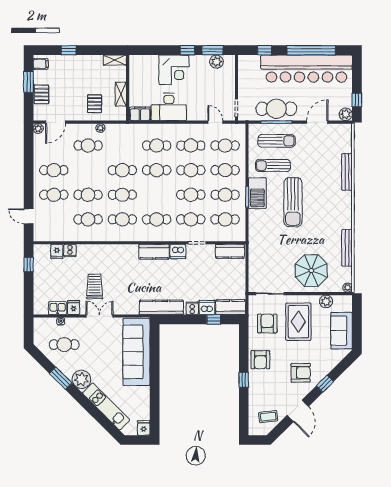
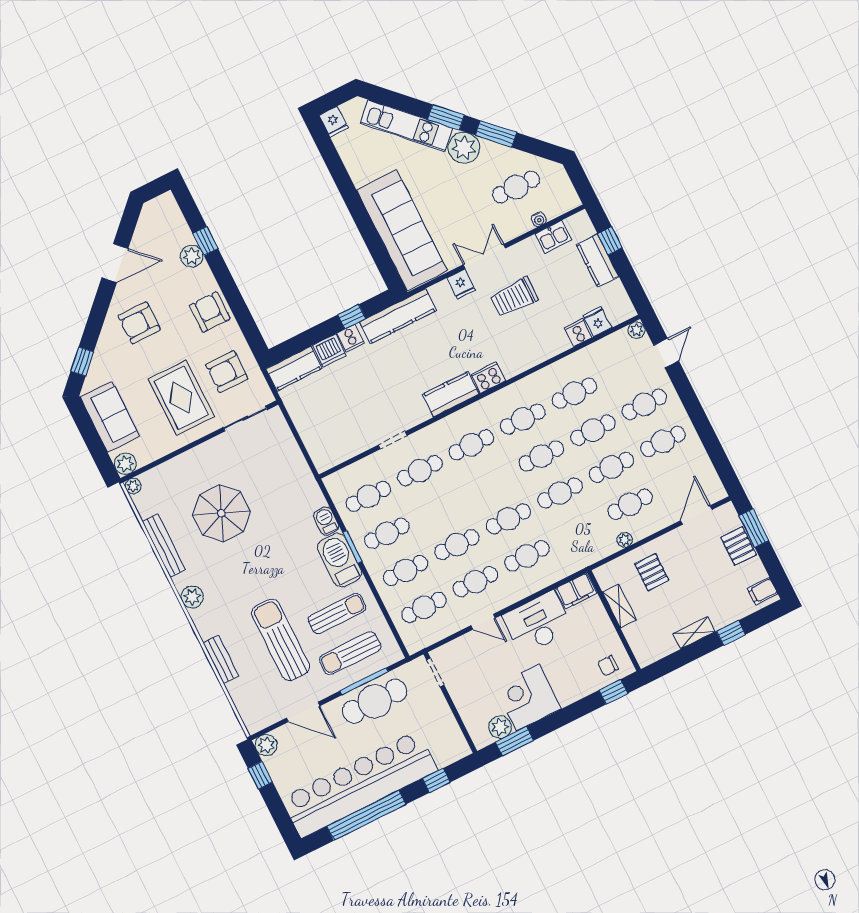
window: (187, 50) -> (613, 692), moved
shelving: (115, 60) -> (694, 633), moved
chair: (143, 65) -> (608, 666), added
corner desk: (174, 70) -> (528, 698), moved
window: (29, 82) -> (754, 528), moved
door: (215, 122) -> (483, 622), moved
door: (317, 122) -> (303, 712), hinge flipped
plant: (38, 128) -> (637, 330), moved
bench: (347, 172) -> (221, 659), width x0.73
cafe table: (191, 195) -> (611, 467), moved
sun lounger: (293, 202) -> (281, 640), moved
plant: (346, 213) -> (192, 597), added
door: (29, 216) -> (666, 353), hinge flipped
barbecue: (254, 218) -> (326, 521), added
cooker: (130, 251) -> (488, 377), added
dishwasher: (178, 251) -> (415, 413), removed
kitchen counter: (230, 251) -> (598, 260), moved, turned -90
window: (29, 265) -> (610, 241), moved
parasol: (311, 271) -> (221, 513), moved
trolley: (95, 286) -> (514, 297), turned 90
plant: (326, 301) -> (125, 464), moved
fridge: (74, 308) -> (461, 284), moved
double door: (99, 316) -> (484, 256), swing flipped
window: (214, 319) -> (352, 317), moved
armchair: (267, 323) -> (227, 372), turned 90
window: (244, 380) -> (205, 241), moved
window: (325, 384) -> (82, 361), moved
plant: (255, 394) -> (192, 256), added
window: (83, 400) -> (446, 117), added
door: (298, 411) -> (115, 263), swing flipped
coffee table: (268, 417) -> (155, 232), removed

